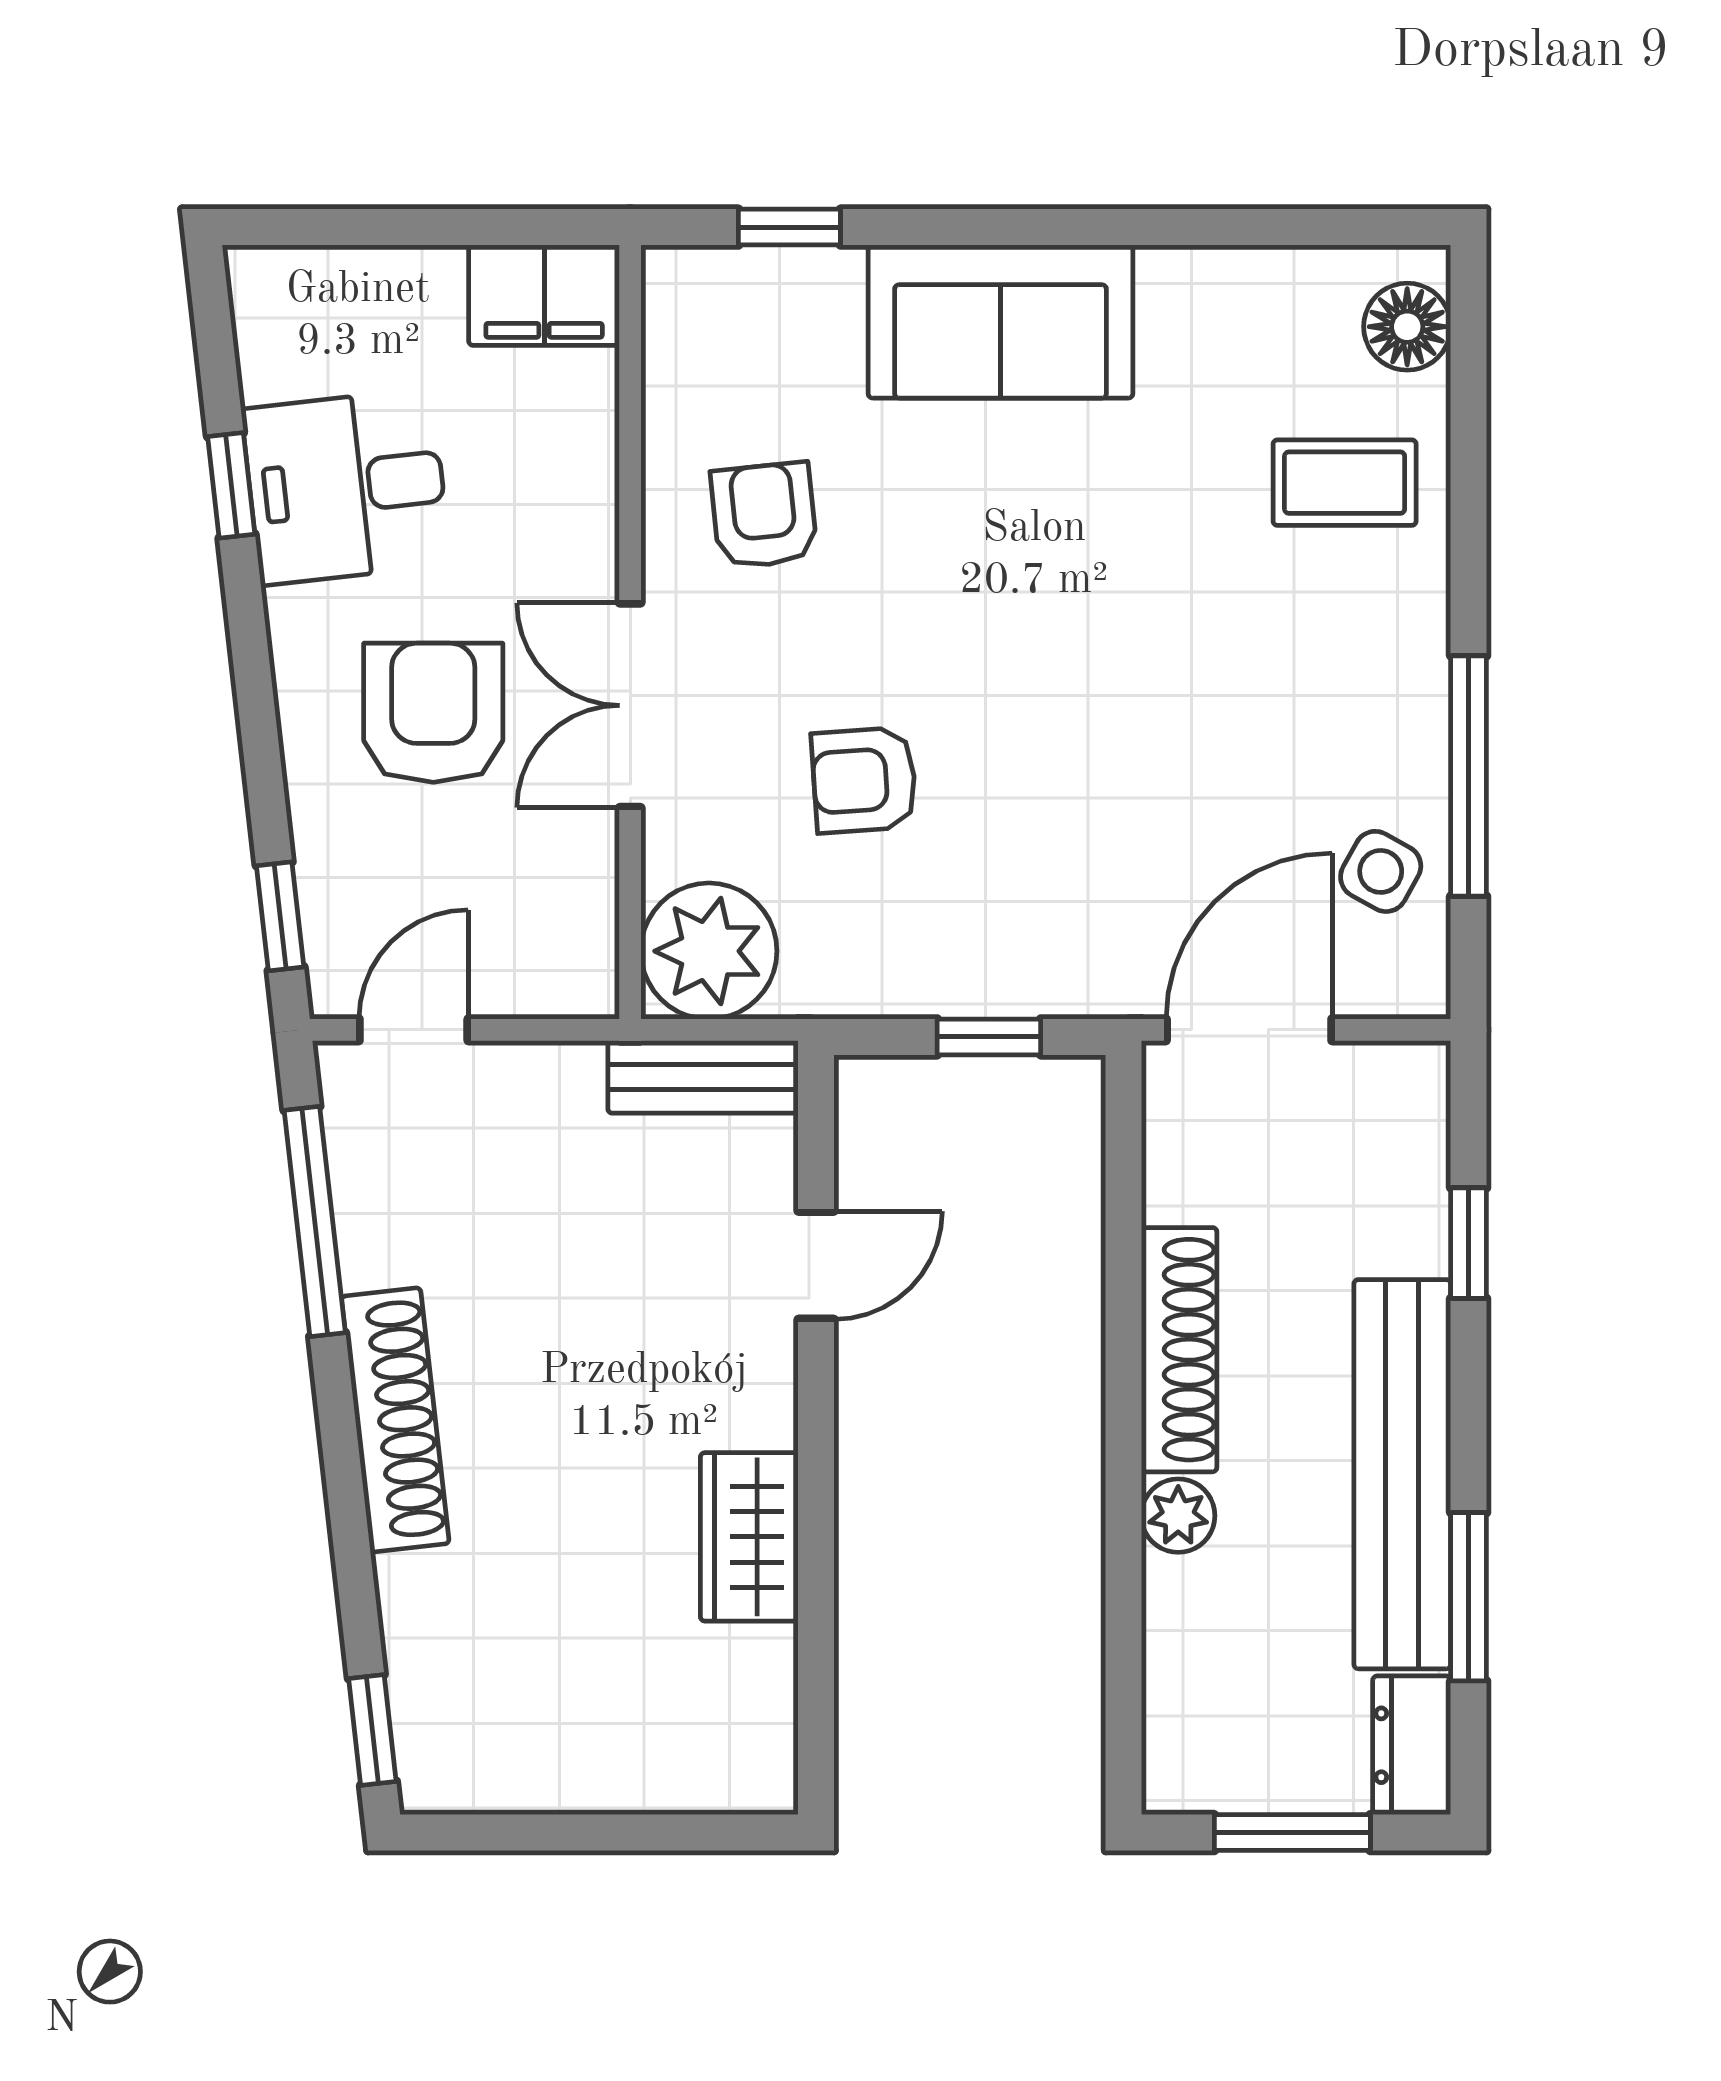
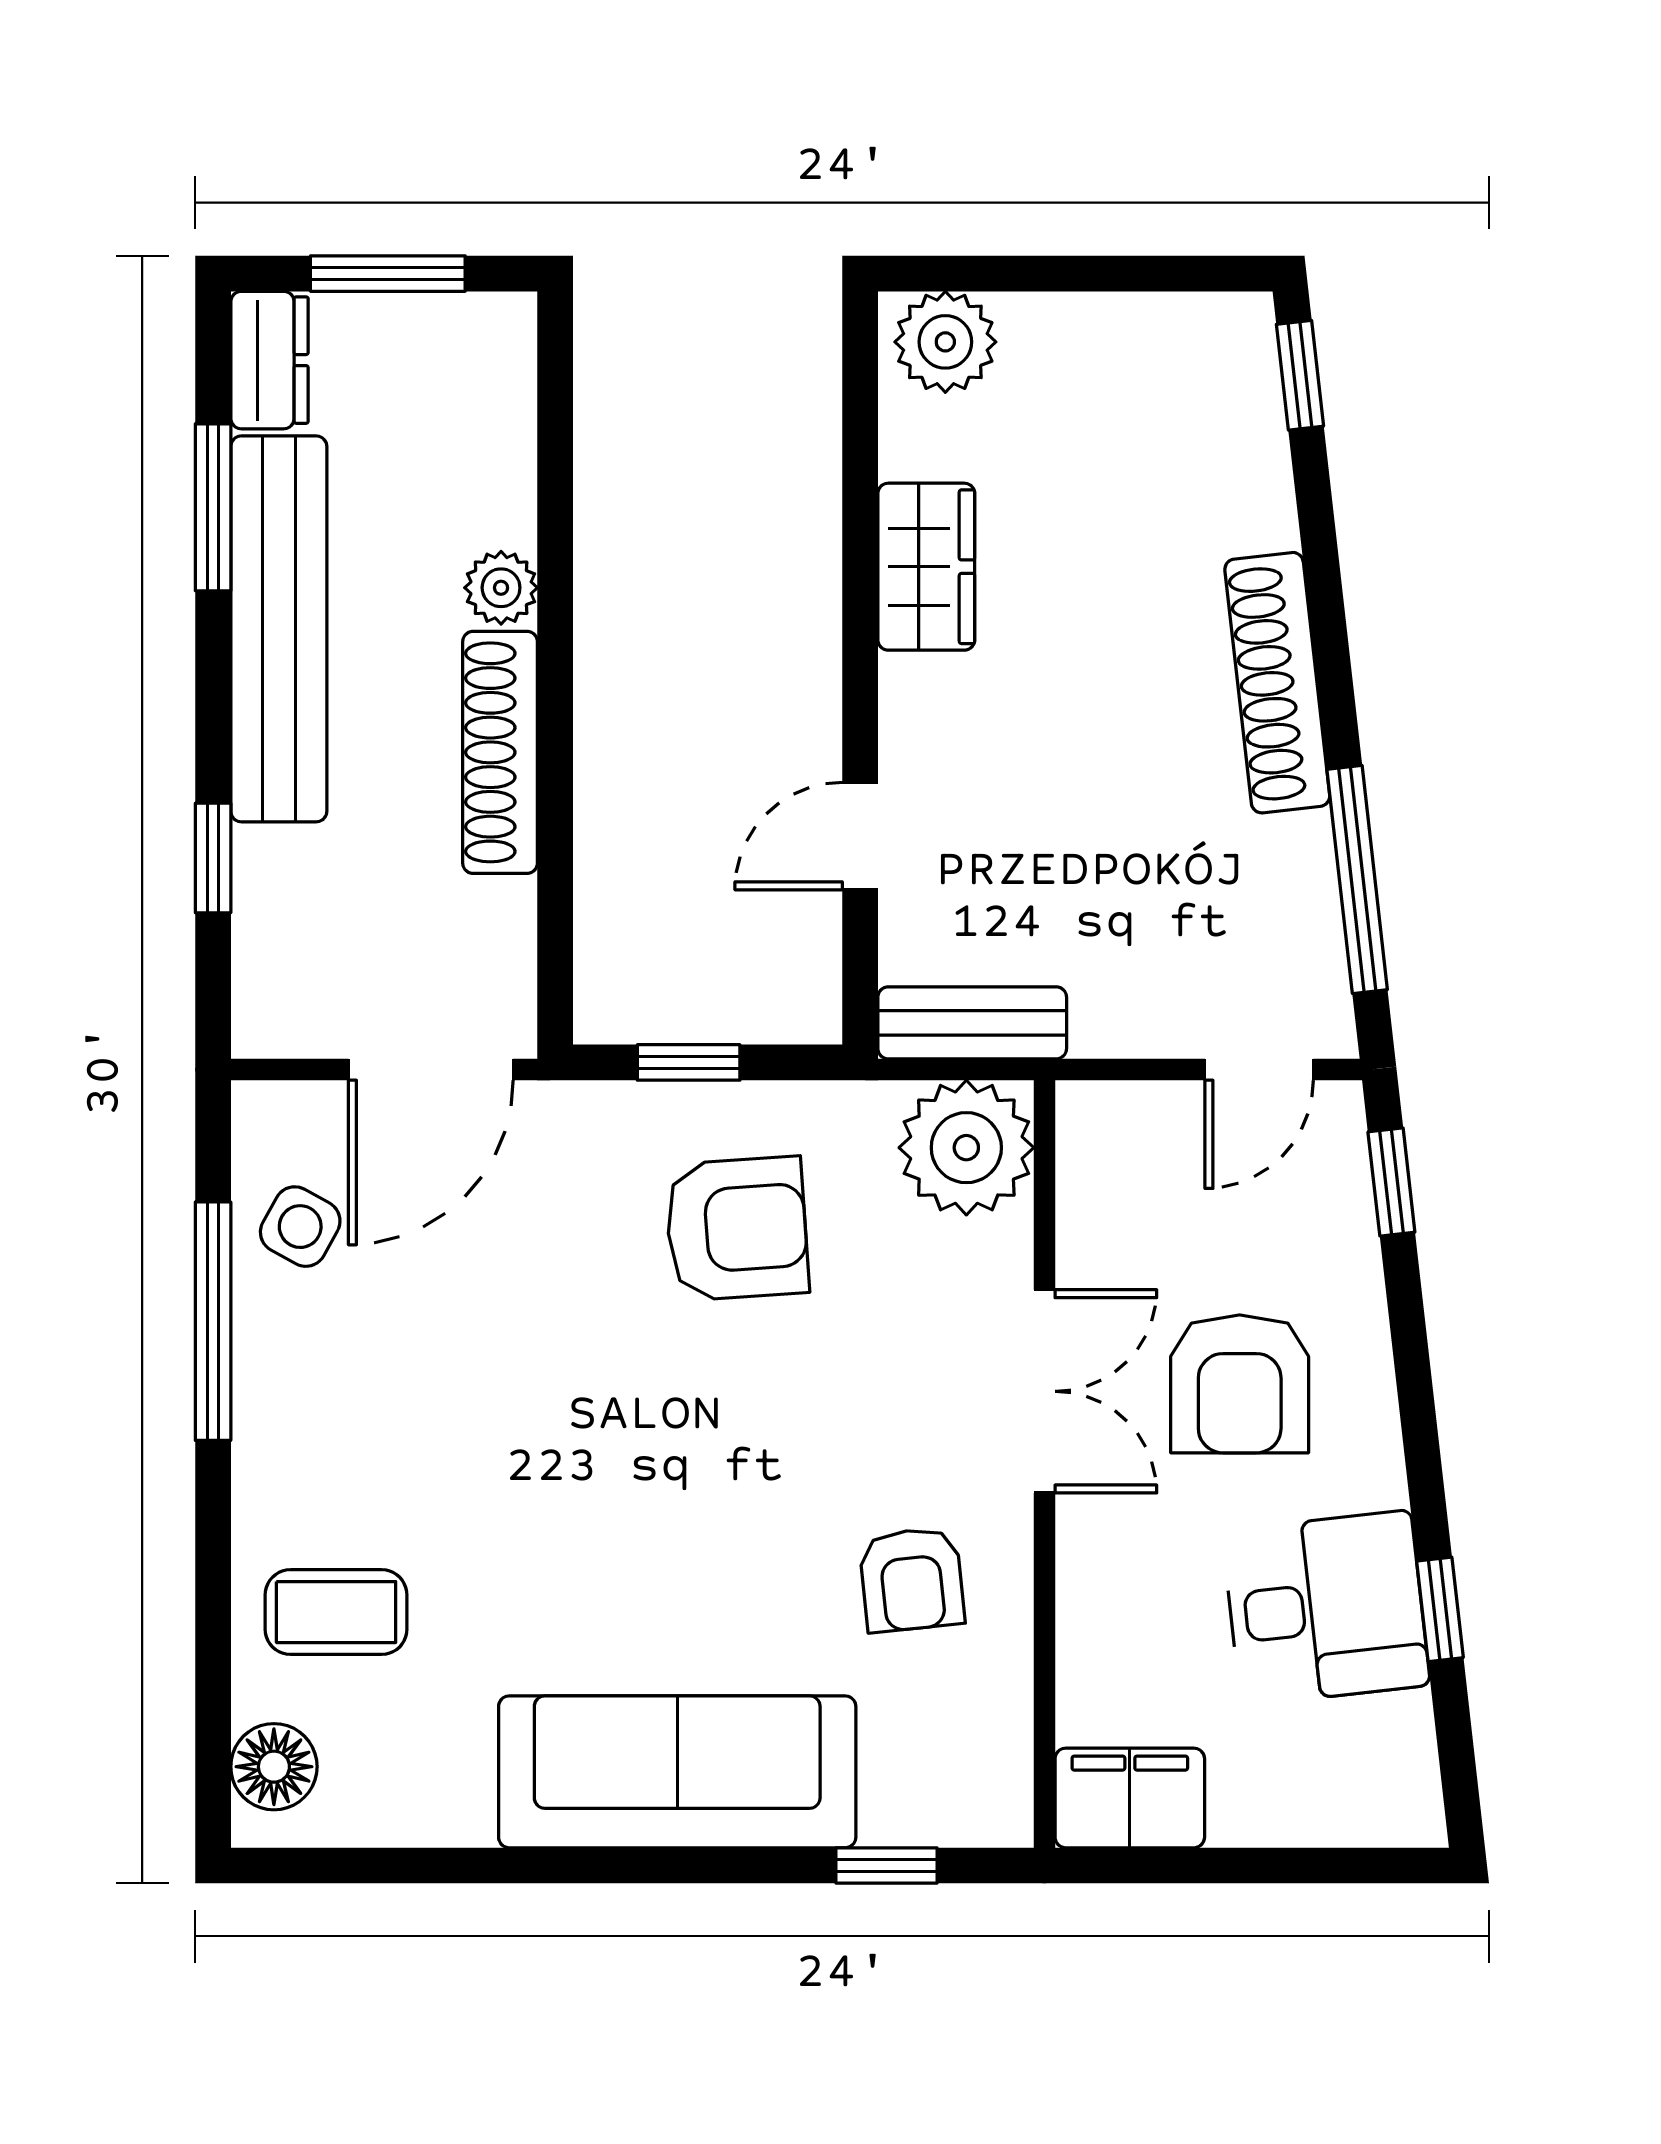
sofa: (1000, 321) -> (677, 1772), width x1.36
armchair: (864, 780) -> (737, 1229), moved, width x1.38, depth x1.38
plant: (730, 1764) -> (945, 342), added

